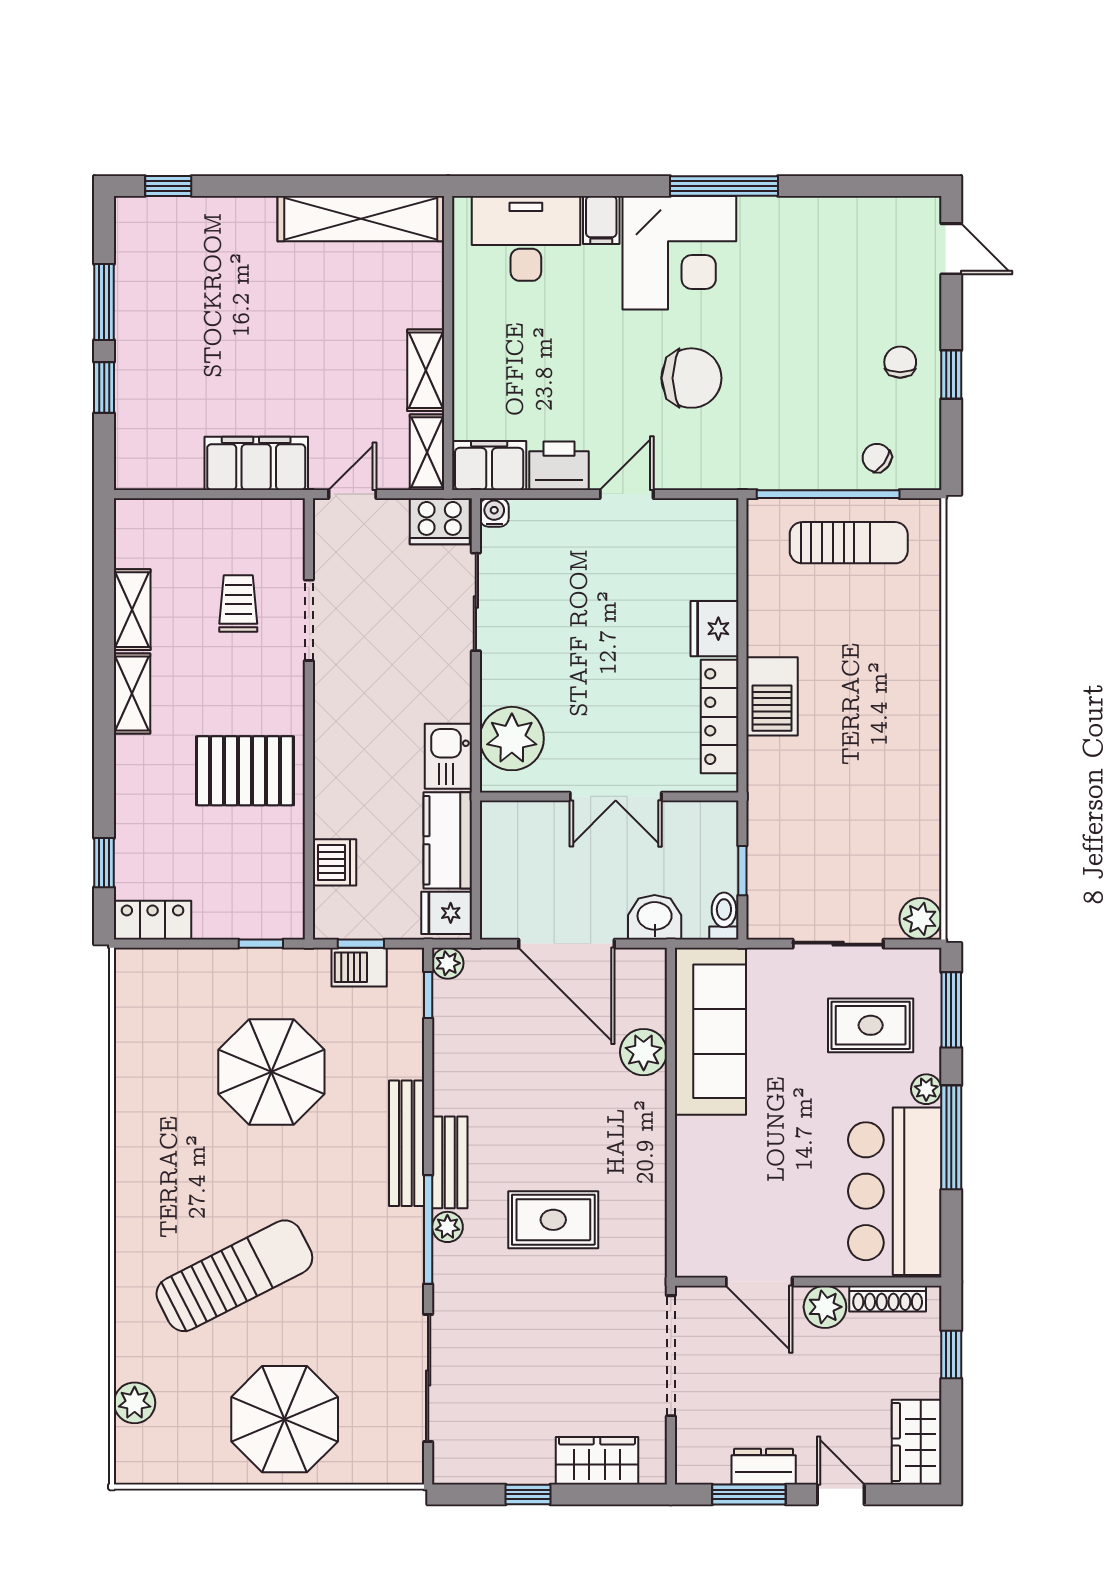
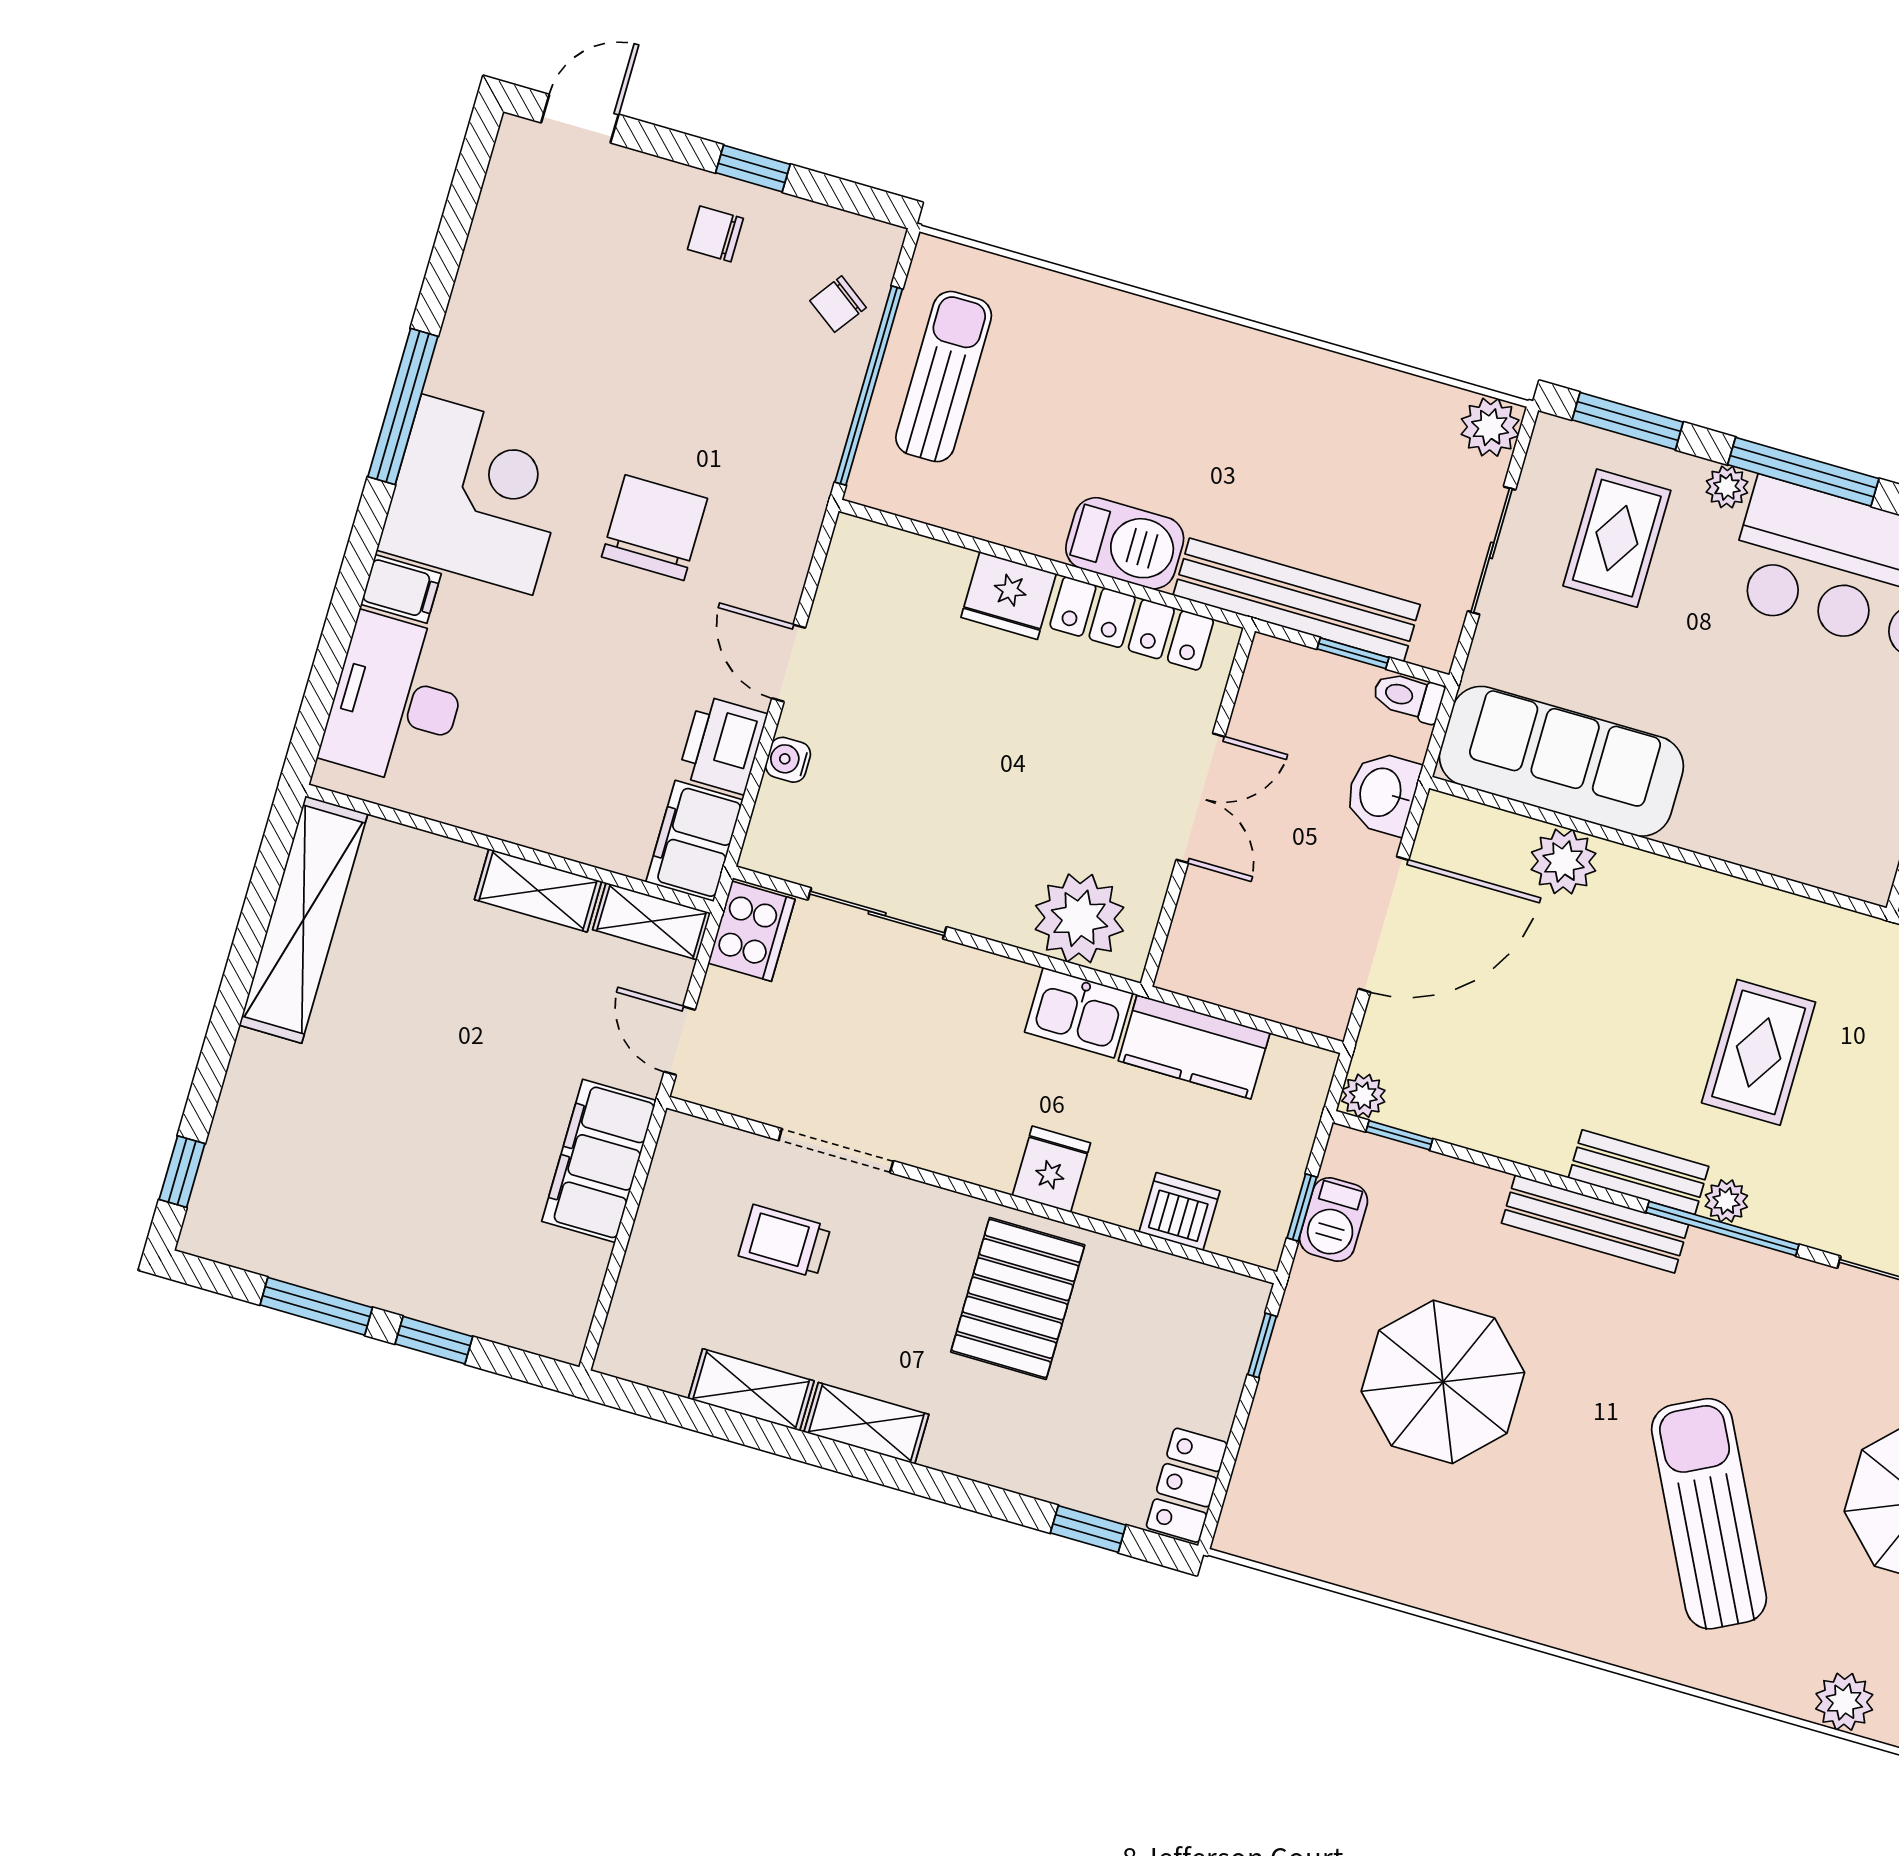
water cooler: (494, 512) -> (788, 760), moved
bench: (767, 823) -> (1297, 600), added
fridge: (447, 913) -> (1051, 1169), moved, turned 180

